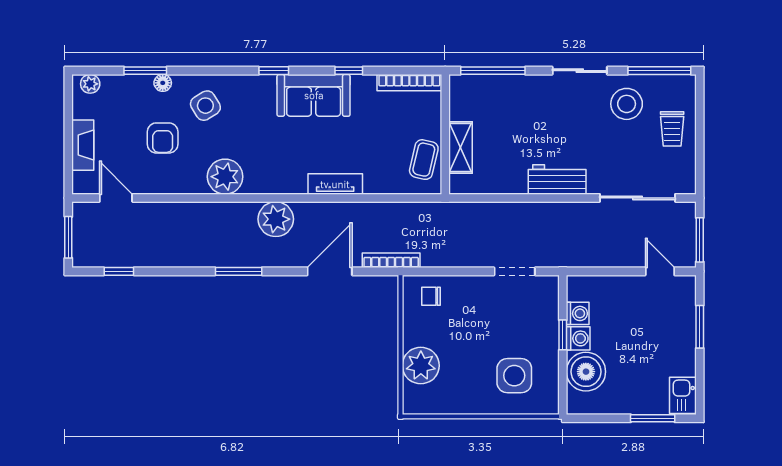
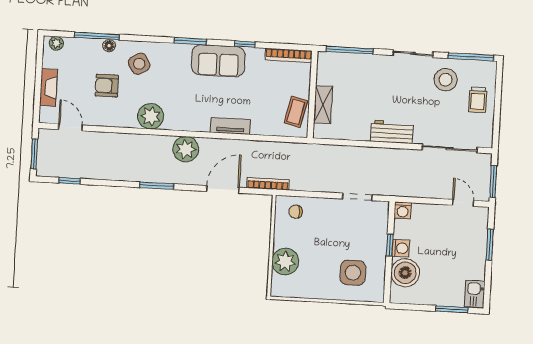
window: (145, 71) -> (97, 36), width x1.44
window: (274, 71) -> (190, 41), width x1.50
armchair: (163, 138) -> (107, 86), turned 90
washing machine: (578, 313) -> (403, 210), moved, turned 90

